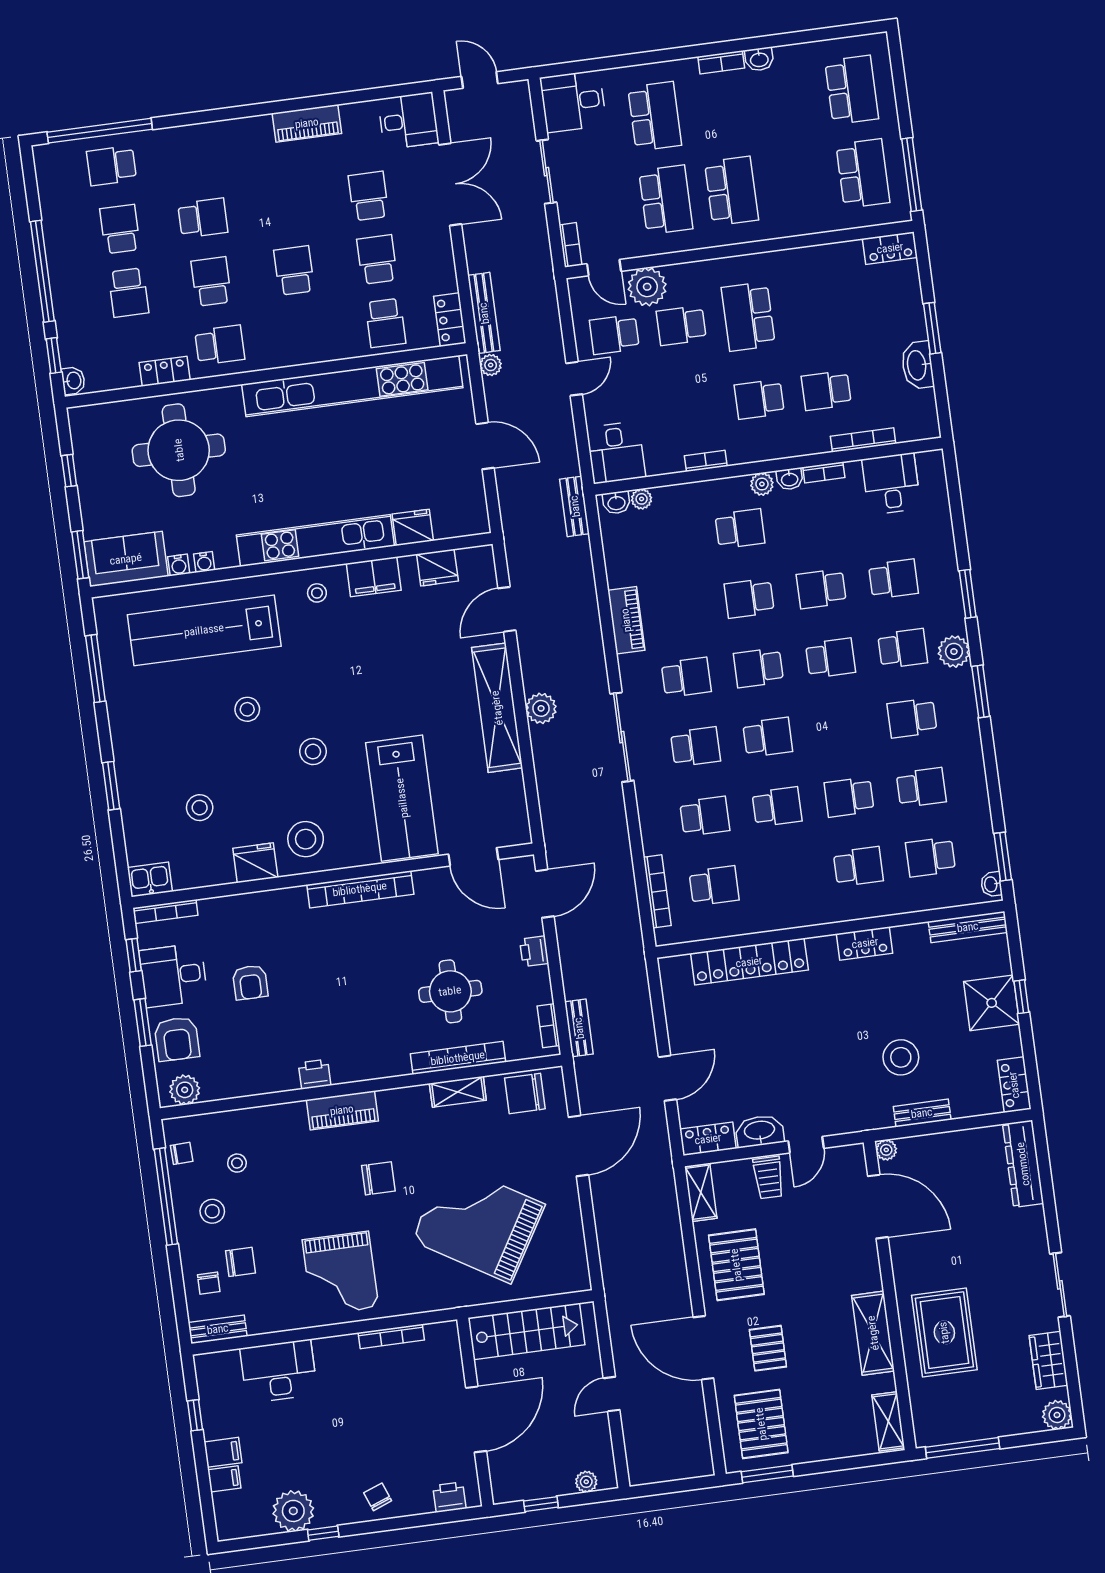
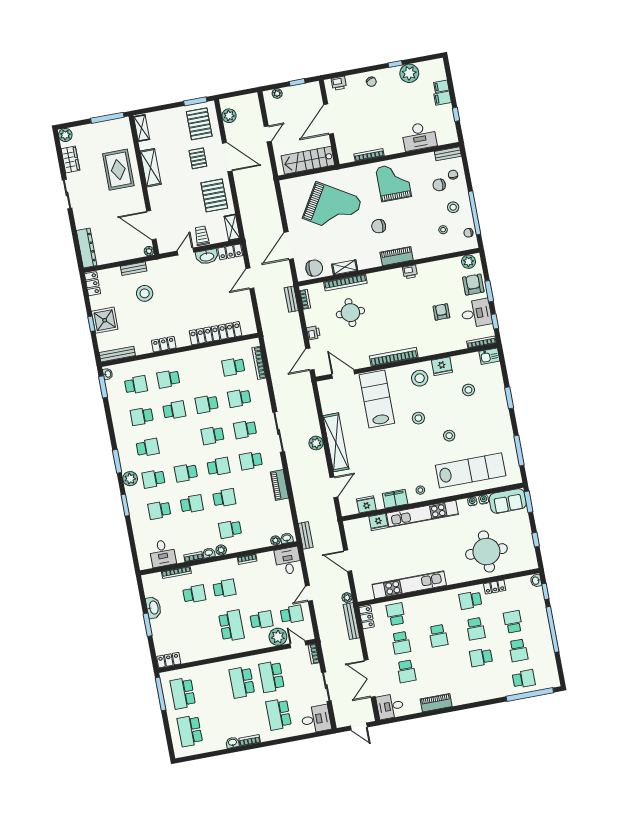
kitchen unit: (352, 386) -> (409, 585), width x0.73
plant: (695, 1438) -> (229, 116), added

